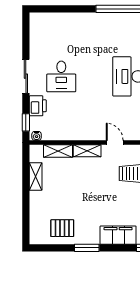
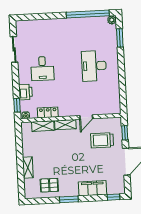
sliding door: (26, 76) -> (14, 49), moved
locker: (65, 134) -> (48, 112), added
door: (115, 142) -> (86, 117), swing flipped
shelving: (36, 176) -> (28, 168), moved

